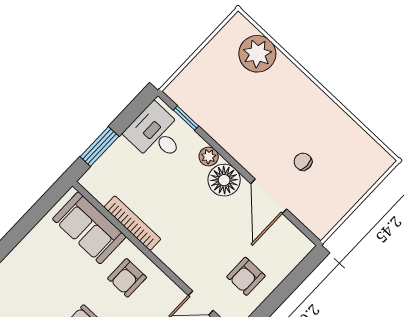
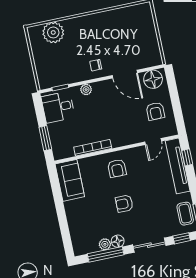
chair: (303, 162) -> (96, 65), moved
floor lamp: (224, 180) -> (153, 79), moved
sofa: (89, 228) -> (70, 180), moved, turned -90

